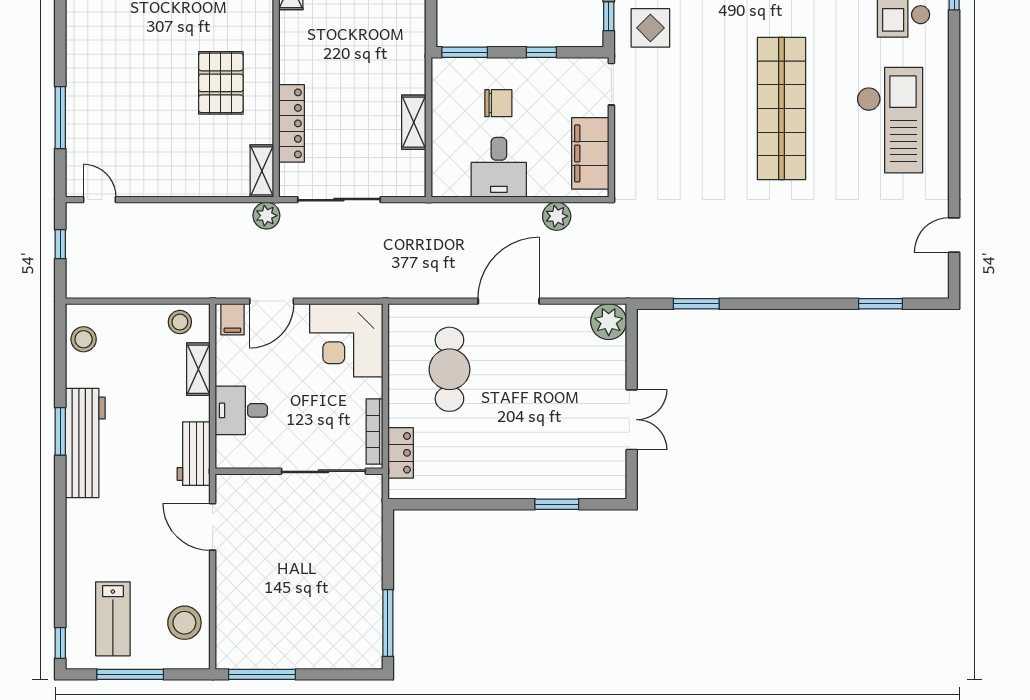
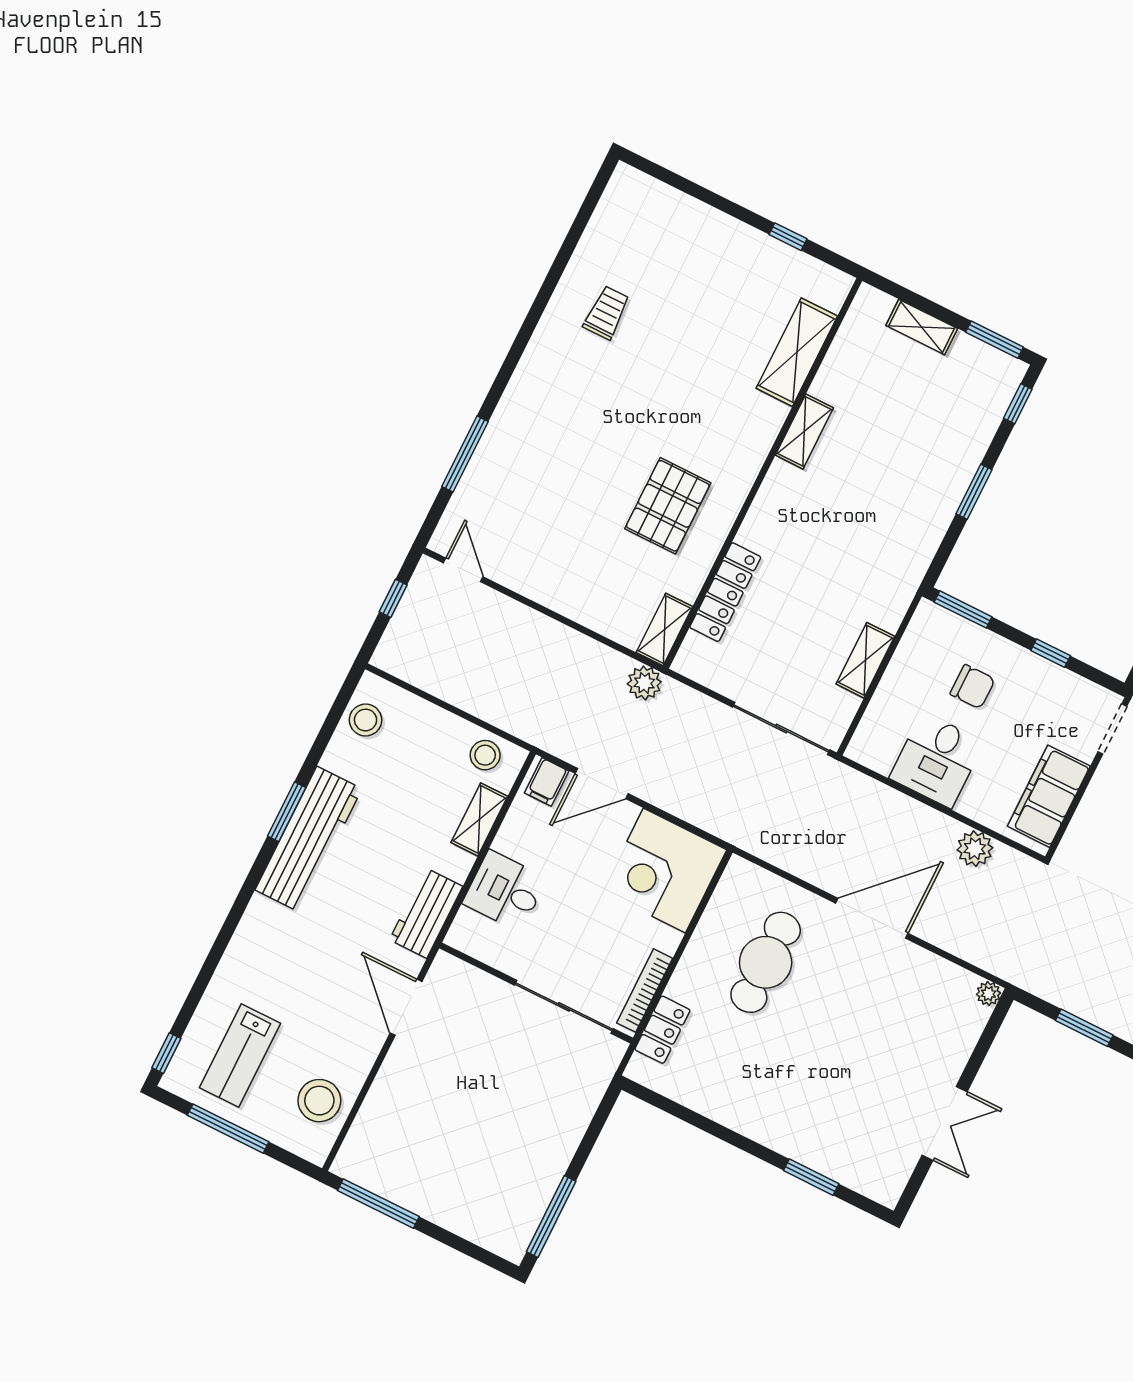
sliding door: (339, 200) -> (781, 729), moved
plant: (609, 322) -> (988, 994), width x0.53, depth x0.53

